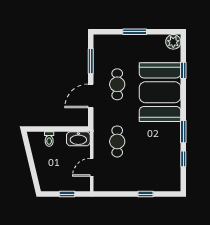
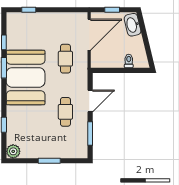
booth: (160, 92) -> (26, 77), moved
washbasin: (78, 139) -> (133, 25), moved, turned -103
door: (92, 167) -> (89, 35), width x1.88
window: (146, 194) -> (29, 10), moved

